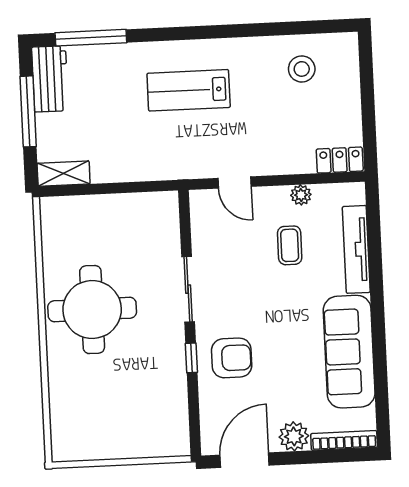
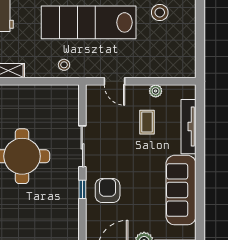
lab bench: (189, 90) -> (89, 22), width x1.86, depth x1.39
stool: (152, 160) -> (64, 65), added
locker: (340, 160) -> (181, 70), removed
armchair: (232, 358) -> (108, 190), turned -90

